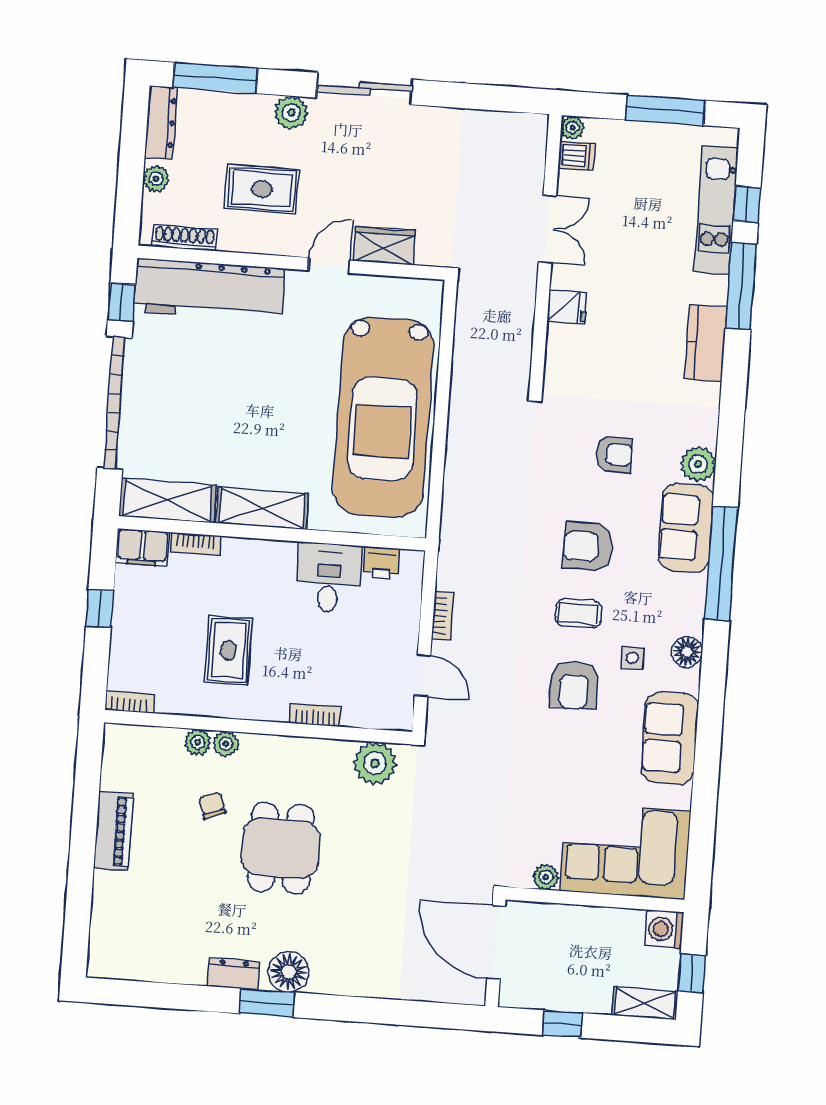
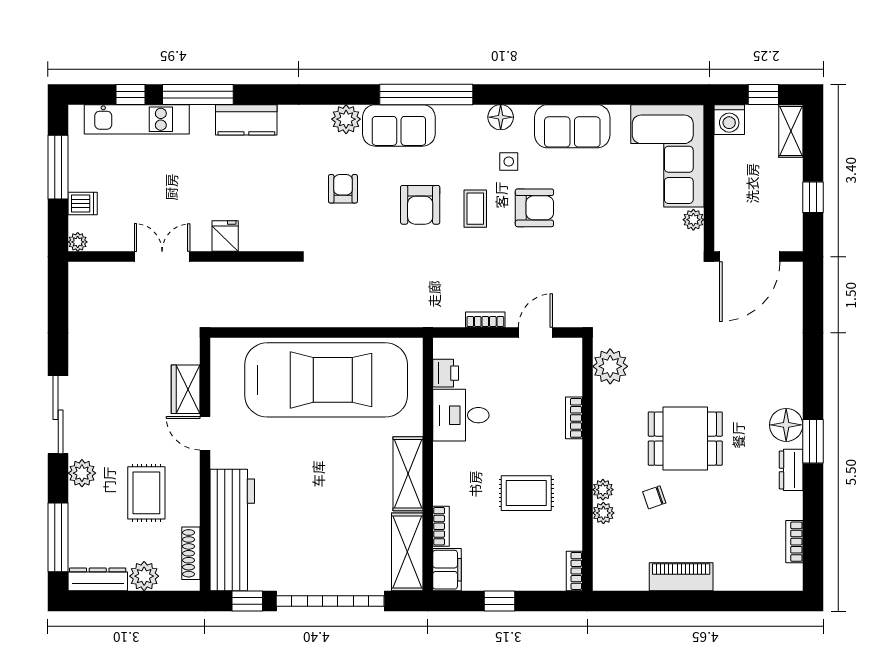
dishwasher: (576, 156) -> (83, 204), moved, turned 90
plant: (156, 179) -> (144, 576), width x1.38, depth x1.38
bookcase: (146, 972) -> (794, 542), added

